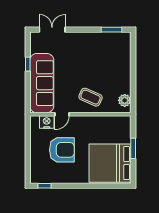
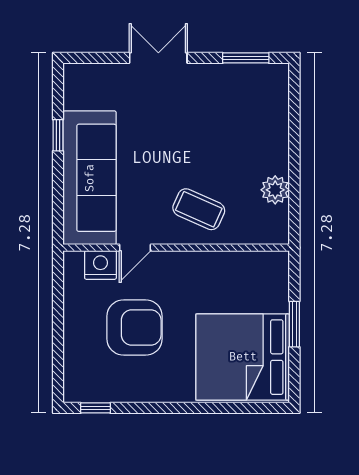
double door: (52, 30) -> (158, 58), moved
plant: (125, 100) -> (275, 190), moved

